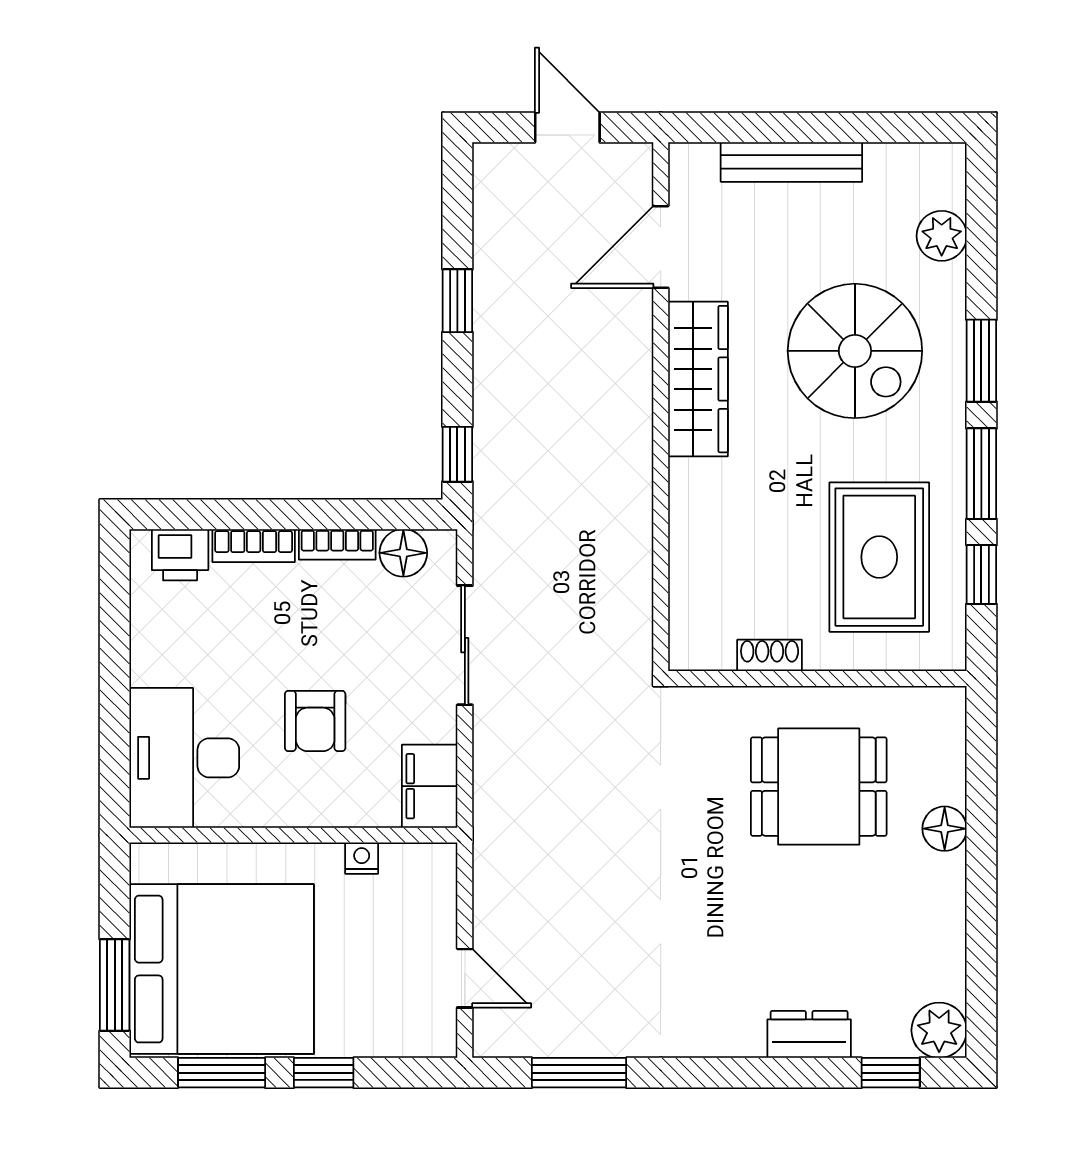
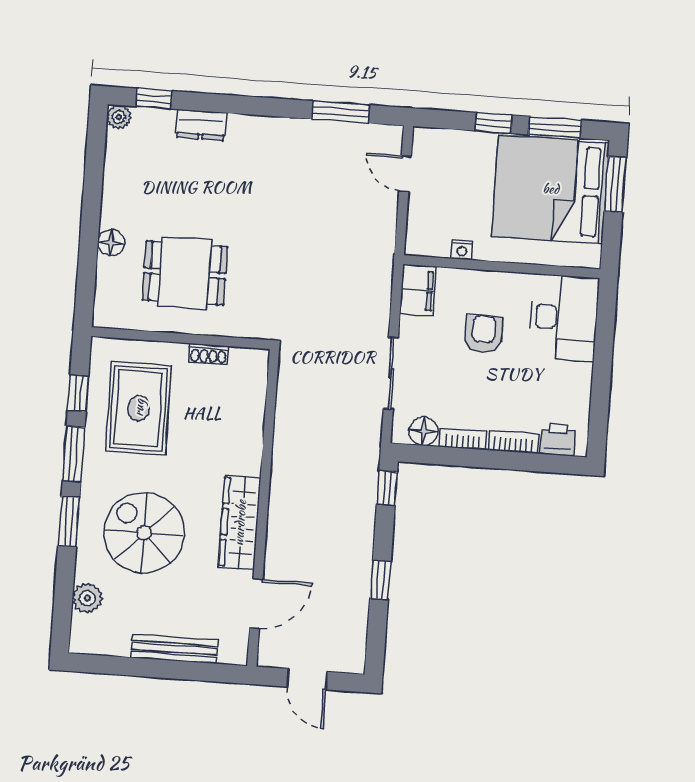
plant: (939, 1030) -> (119, 117), width x0.73, depth x0.73

